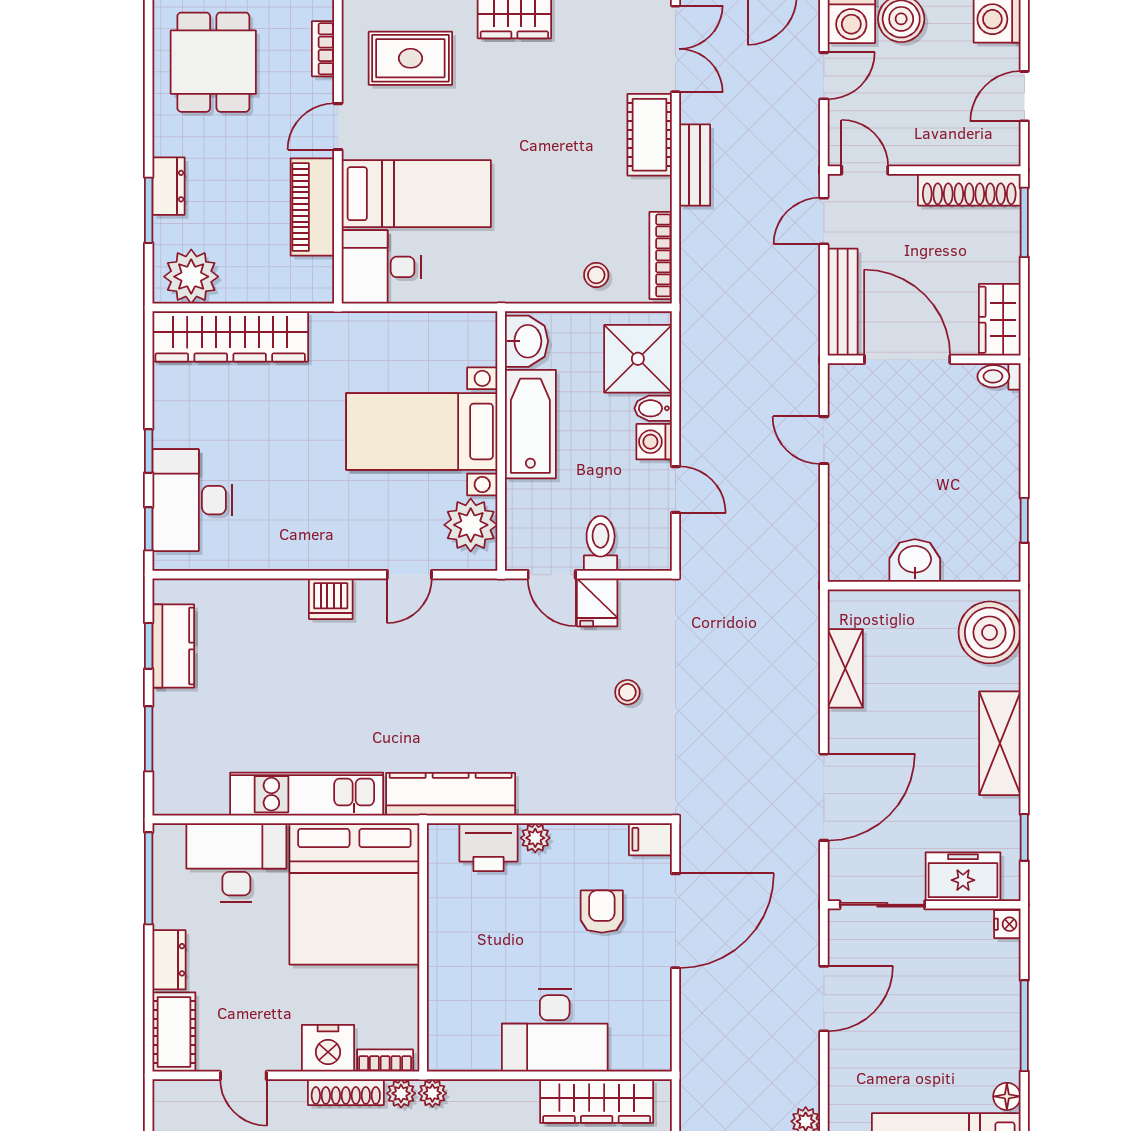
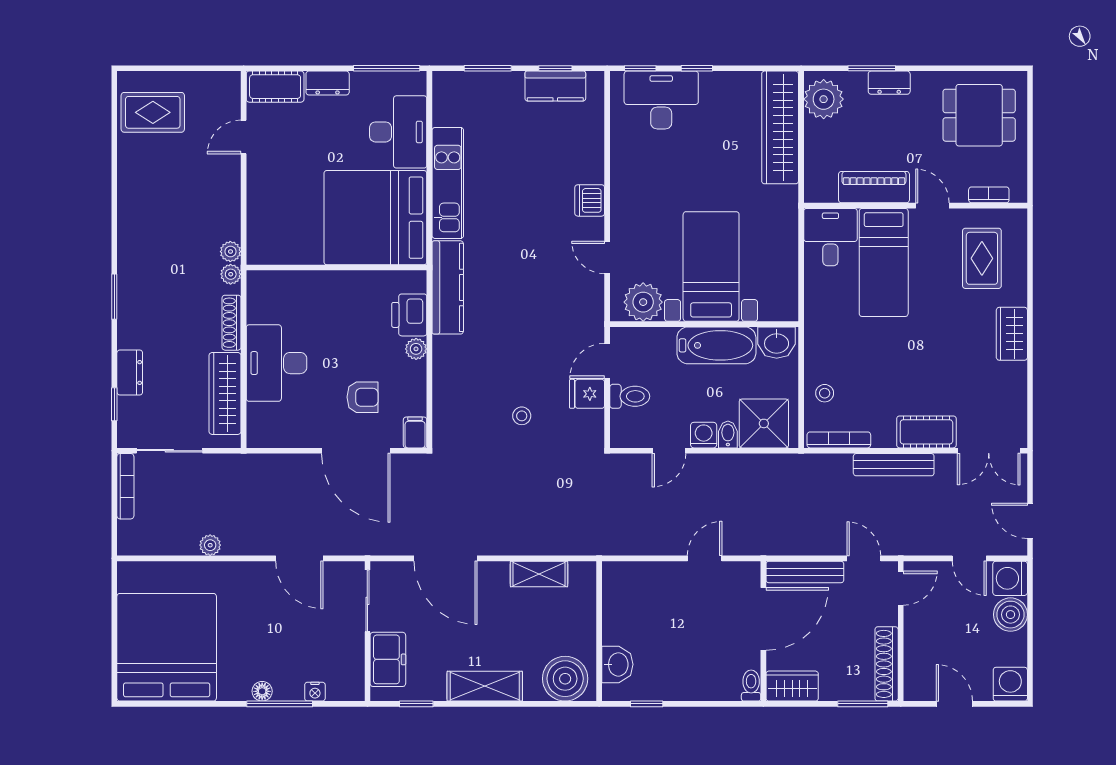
bench: (695, 165) -> (894, 465), width x1.36
washbasin: (915, 561) -> (617, 664), moved
nightstand: (1007, 924) -> (315, 692), moved
nightstand: (328, 1048) -> (263, 198), removed
bookcase: (385, 1061) -> (254, 240), removed
shoe rack: (346, 1092) -> (231, 323), moved
floor lamp: (1007, 1096) -> (262, 691), moved

